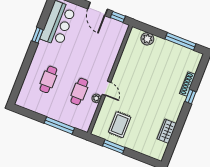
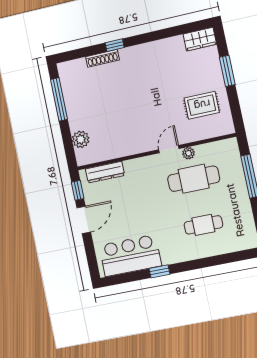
dresser: (118, 41) -> (105, 172), added
cafe table: (79, 92) -> (194, 179), width x1.37, depth x1.35
wardrobe: (167, 131) -> (200, 39), moved
window: (114, 147) -> (227, 71), moved

